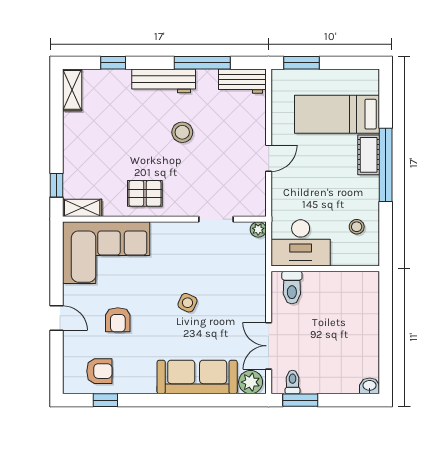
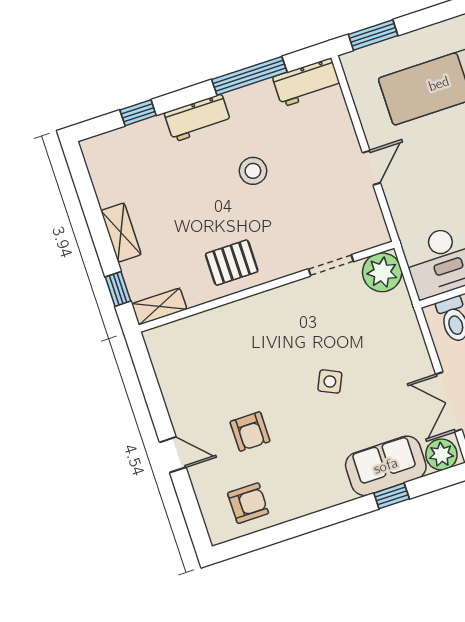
workbench: (164, 81) -> (198, 118), width x0.73
shelving: (72, 90) -> (121, 233), moved
plant: (258, 229) -> (382, 272), width x1.87, depth x1.87
corner sofa: (106, 253) -> (208, 352), removed
sofa: (197, 377) -> (386, 466), width x0.73
window: (105, 400) -> (392, 496), moved

